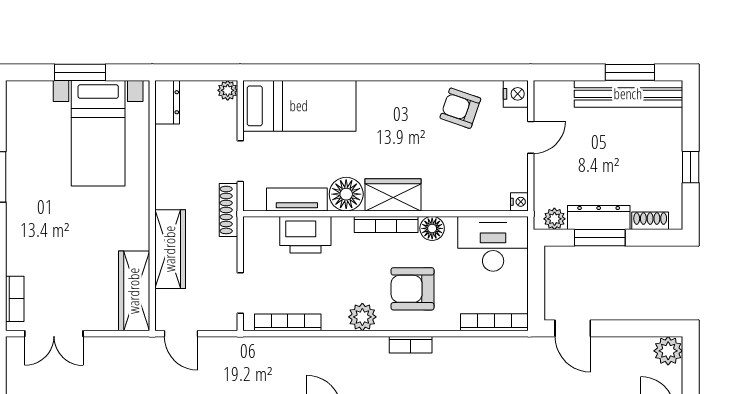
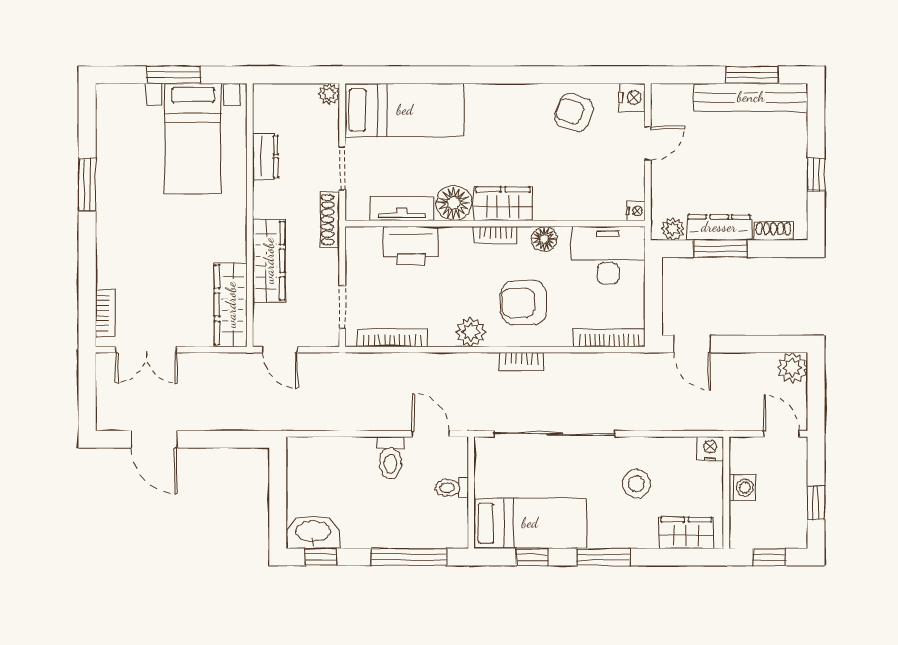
dresser: (167, 102) -> (265, 156), moved
bookcase: (386, 224) -> (496, 235), width x0.64

